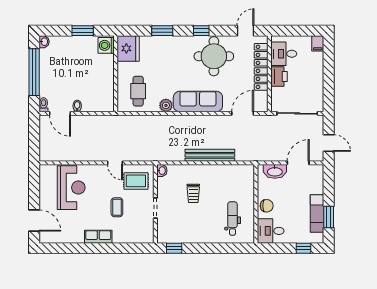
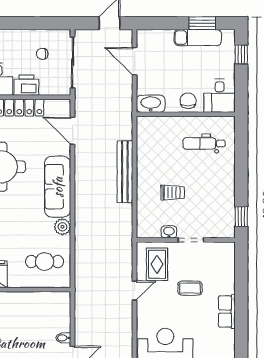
chair: (304, 89) -> (42, 54), added
washbasin: (162, 171) -> (169, 232), moved
washbasin: (275, 171) -> (151, 104), moved, turned -90

